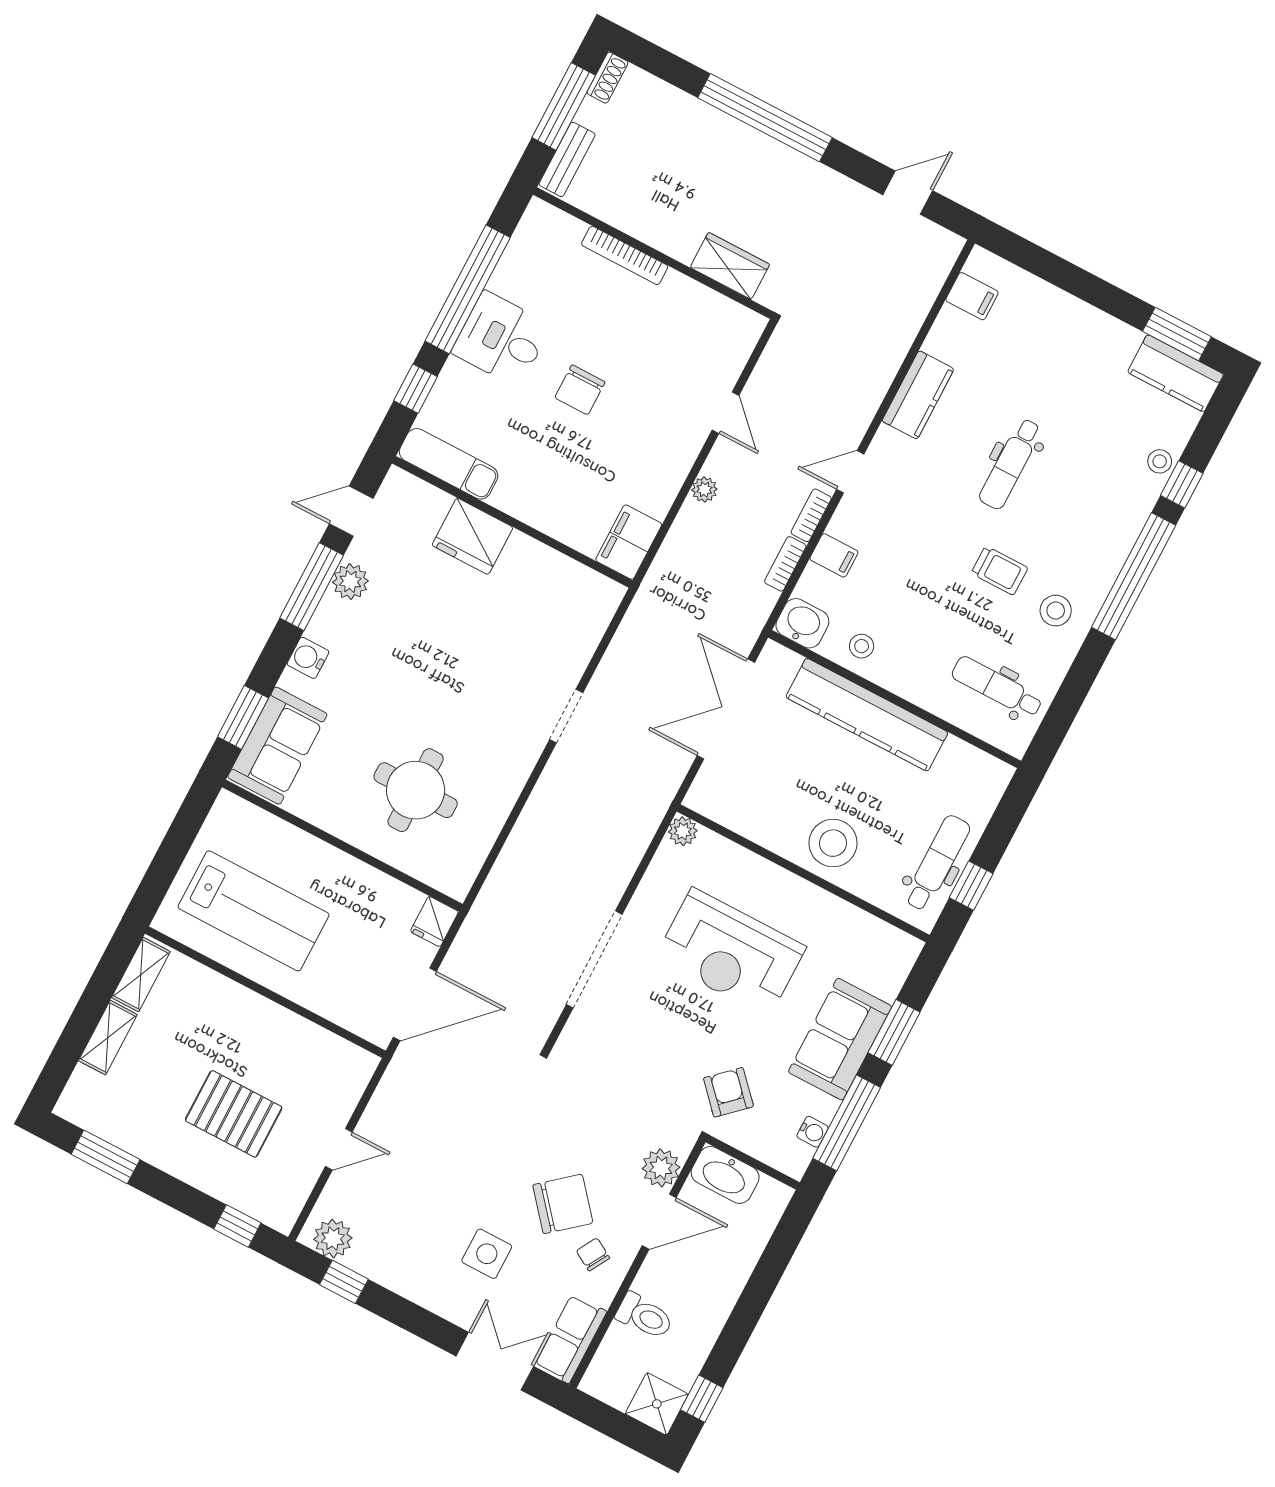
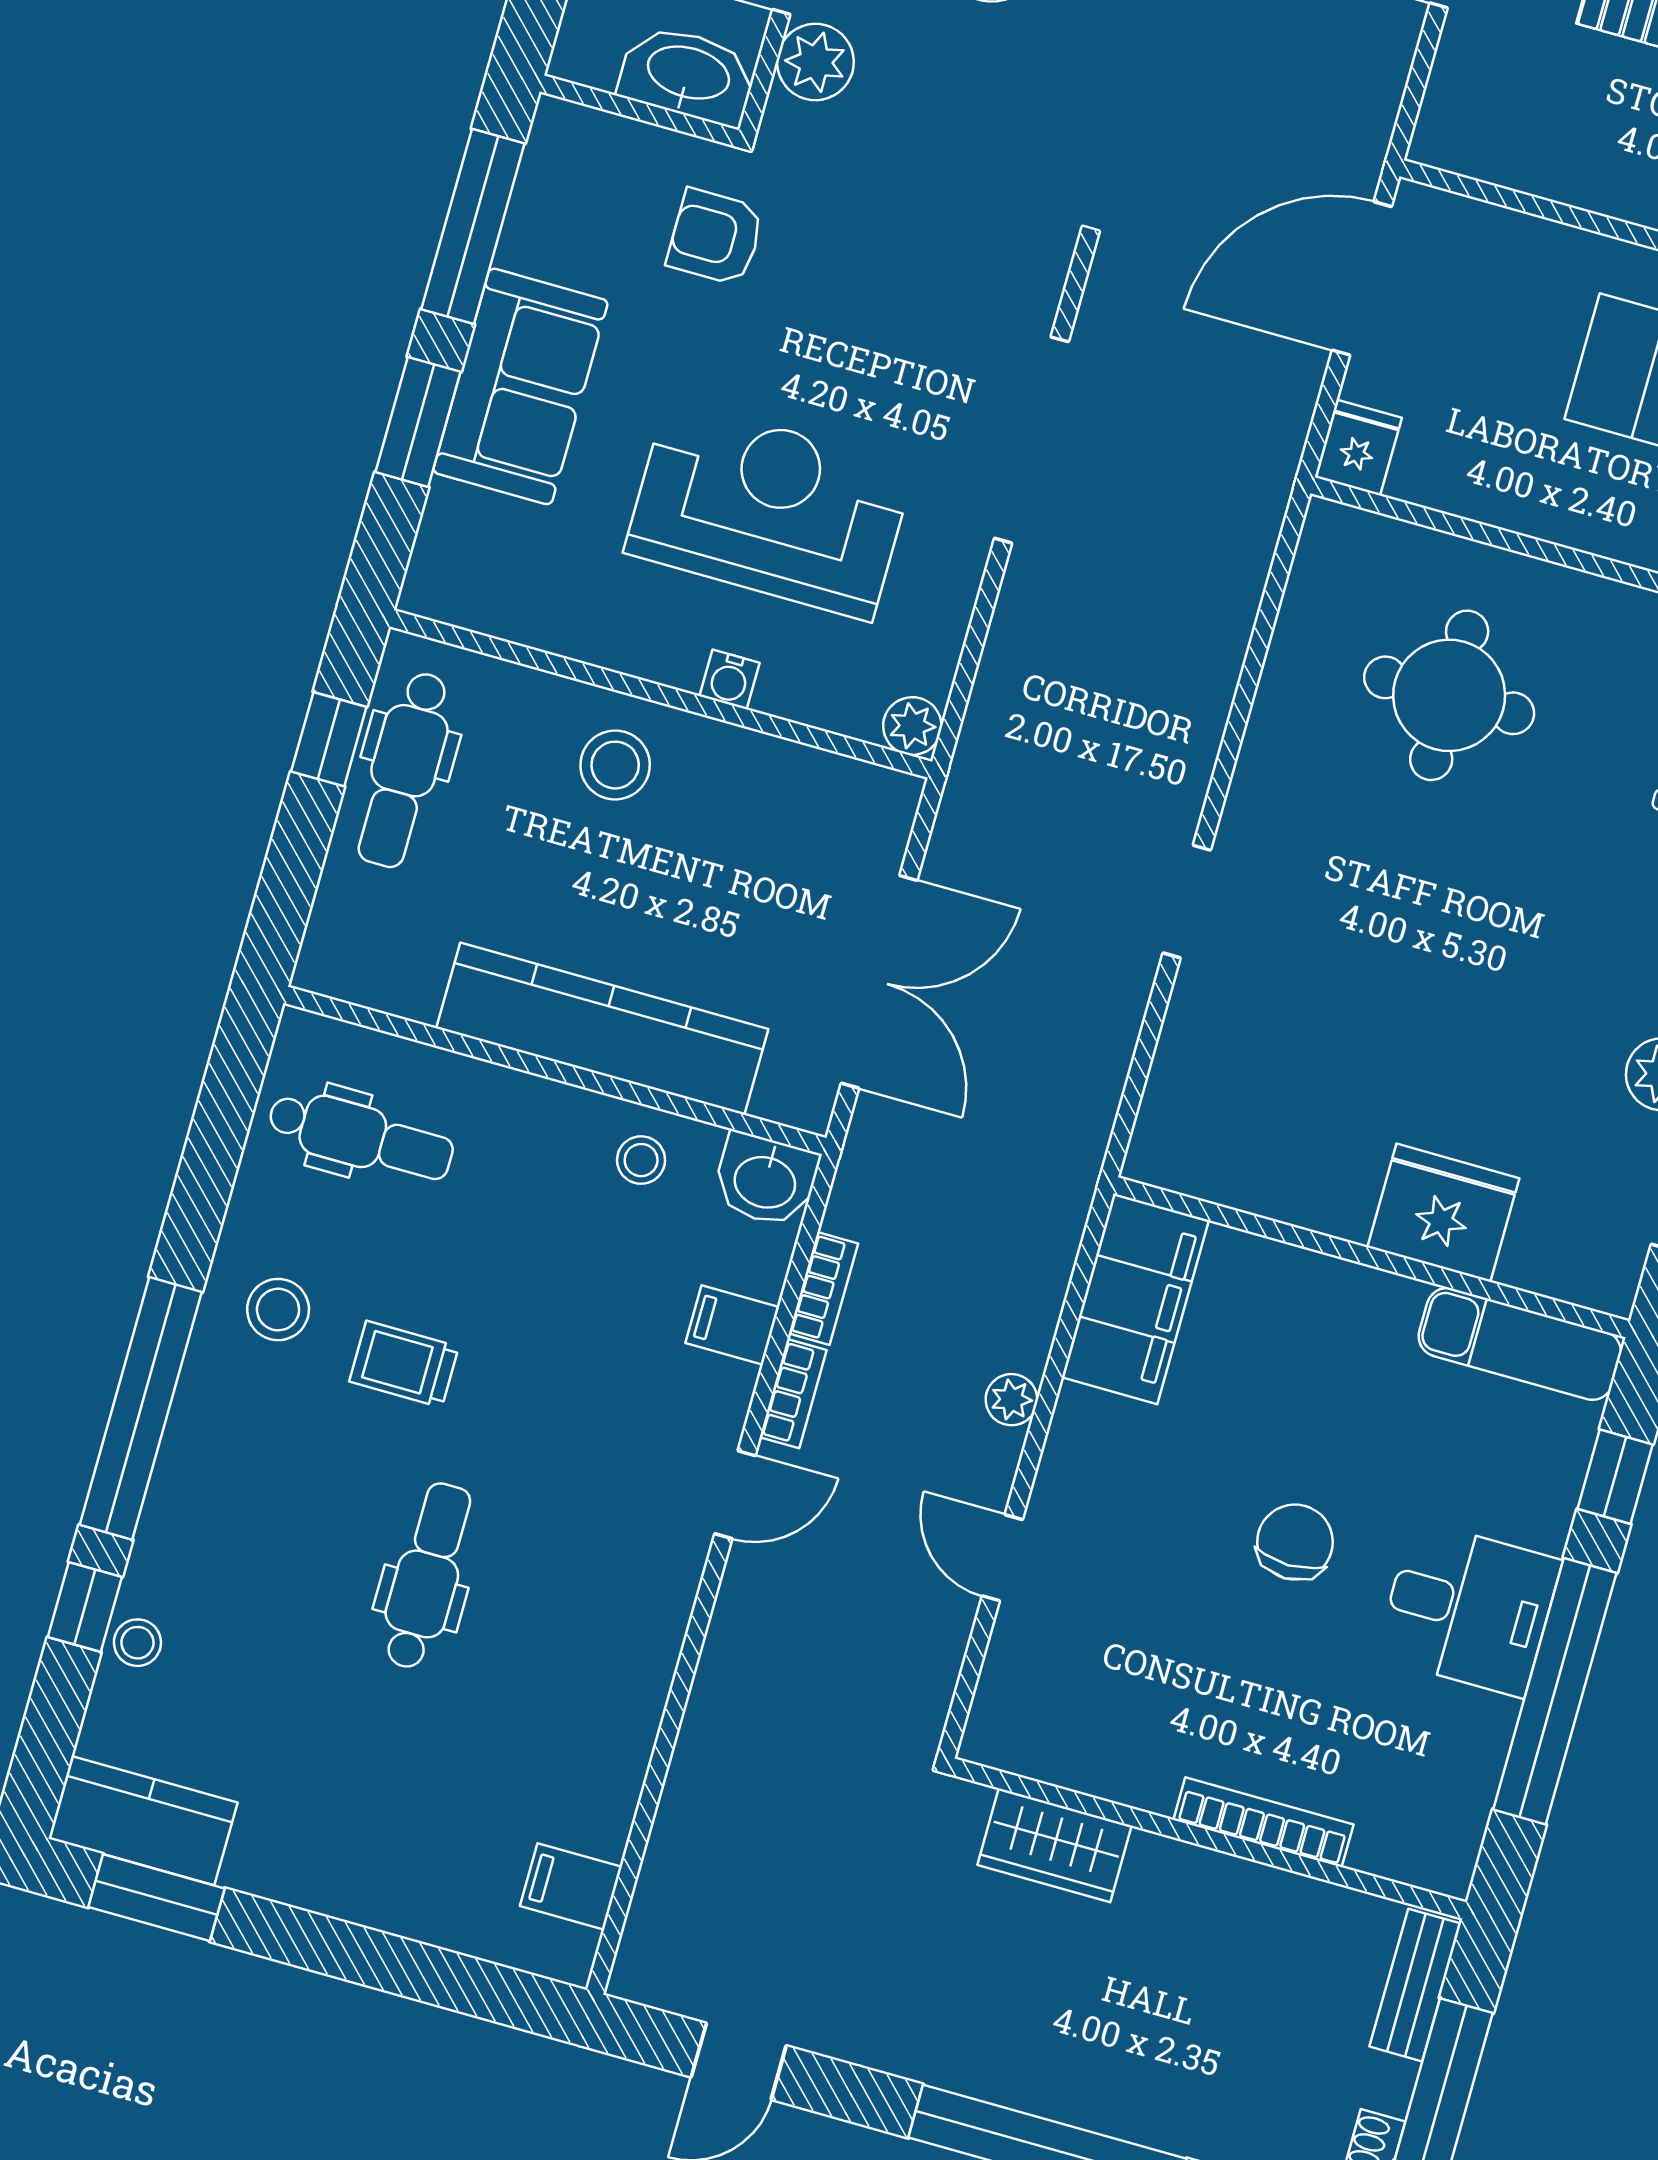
kitchen counter: (918, 395) -> (635, 1672), removed
filing cabinet: (629, 542) -> (1135, 1299), width x1.50, depth x1.17
stool: (833, 843) -> (615, 765), width x0.73, depth x0.73
armchair: (728, 1092) -> (715, 237), turned 133
water cooler: (813, 1132) -> (730, 679), moved, turned -90

